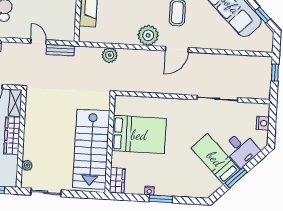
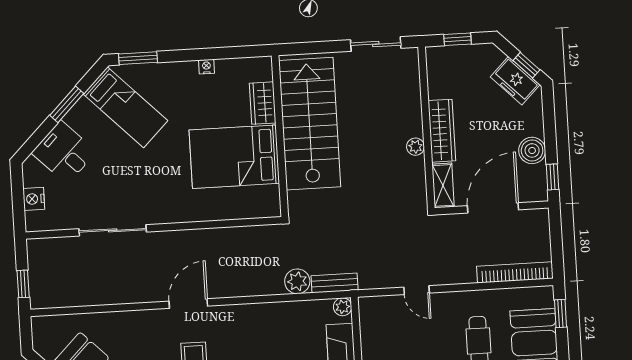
plant: (148, 35) -> (343, 307), moved, width x0.53, depth x0.53
bench: (60, 50) -> (335, 283), moved
bed: (215, 159) -> (126, 107), moved
plant: (27, 165) -> (415, 147), moved
wardrobe: (117, 181) -> (263, 103), moved
window: (161, 199) -> (138, 58), moved

